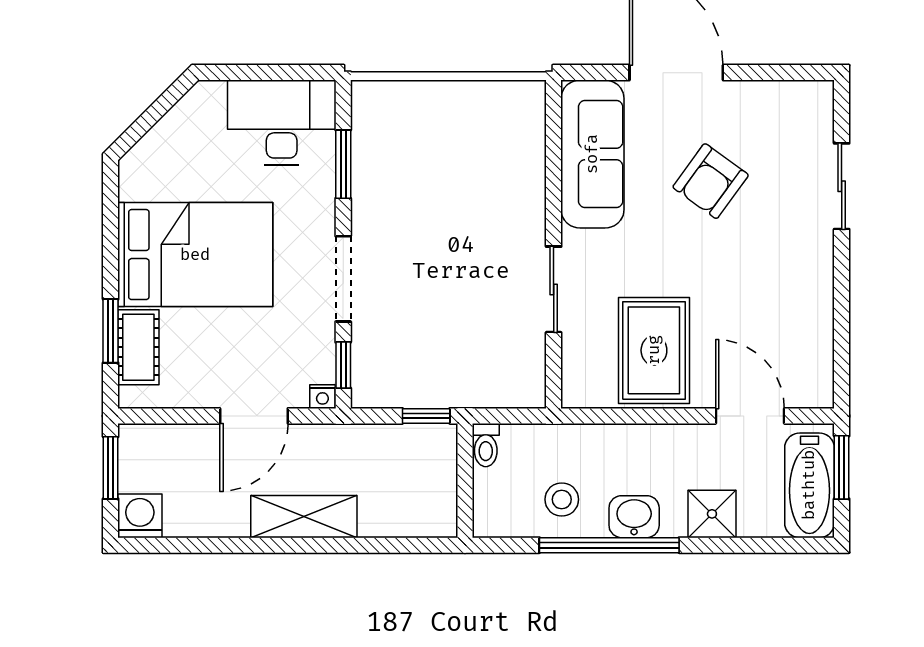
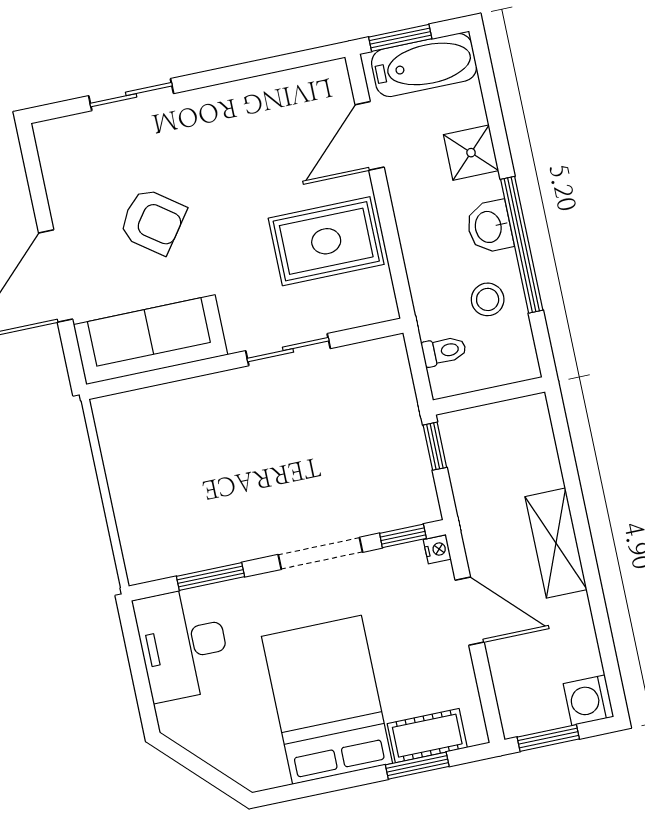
toilet: (486, 445) -> (444, 351), moved

